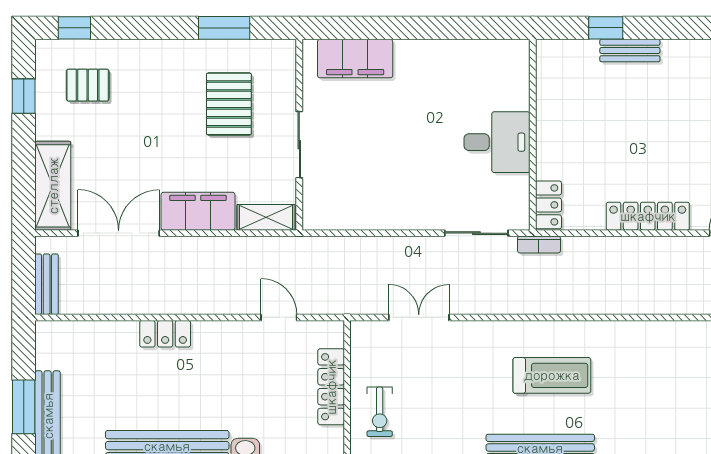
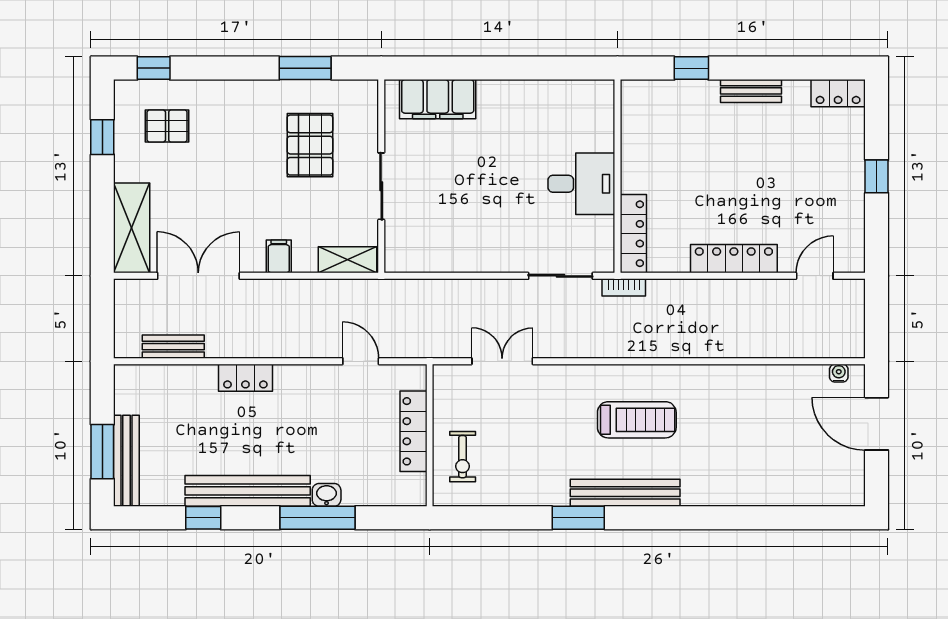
bench: (630, 50) -> (751, 91), moved
locker: (548, 205) -> (633, 234), width x1.53
filing cabinet: (198, 211) -> (279, 256), width x0.33, depth x0.86
bench: (47, 284) -> (173, 347), moved, turned 90

